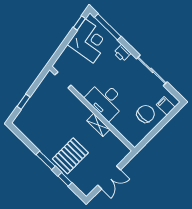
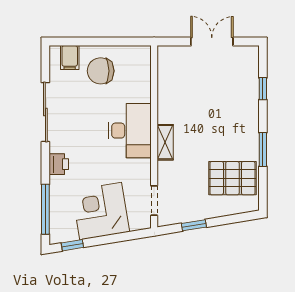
corner desk: (89, 41) -> (101, 211), moved
window: (23, 102) -> (194, 225), moved
shelving: (98, 125) -> (165, 142), moved
pallet: (70, 156) -> (232, 178), moved
window: (46, 160) -> (263, 150), moved

